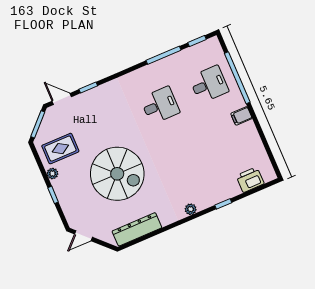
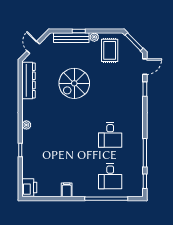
filing cabinet: (241, 116) -> (67, 190), moved
spiral stairs: (117, 174) -> (74, 83), width x0.73, depth x0.73
printer: (250, 180) -> (29, 188), moved
bench: (65, 200) -> (71, 38), added
door: (83, 236) -> (33, 47), moved

